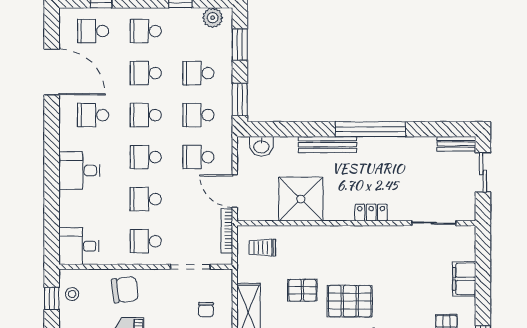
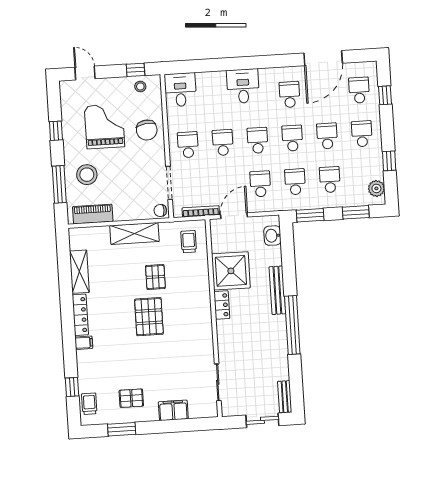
locker: (371, 213) -> (222, 305), moved
chair: (206, 310) -> (160, 210), moved

